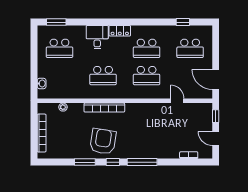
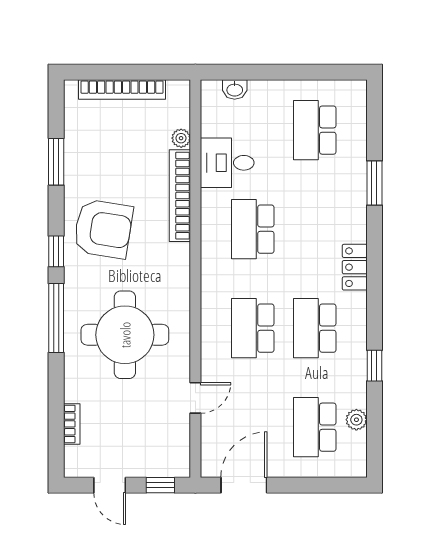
window: (56, 22) -> (374, 183), moved
window: (183, 22) -> (374, 366), moved
plant: (187, 30) -> (356, 420), added
desk: (97, 37) -> (227, 163), moved, turned 180
bookcase: (104, 108) -> (180, 196), moved
round table: (149, 132) -> (125, 335), added
door: (216, 139) -> (110, 485), swing flipped
window: (85, 162) -> (56, 162), moved

